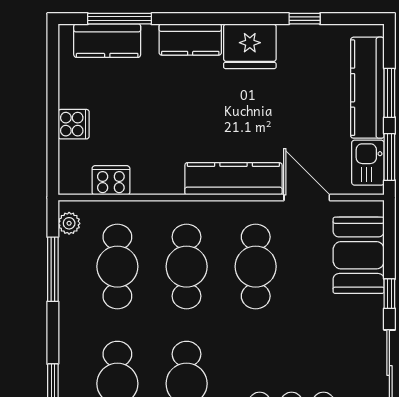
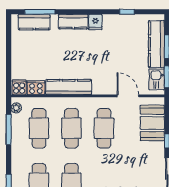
fridge: (250, 46) -> (95, 22), width x0.53, depth x0.75
cooker: (74, 124) -> (19, 87), moved, turned -90
kitchen counter: (233, 179) -> (69, 87), moved

